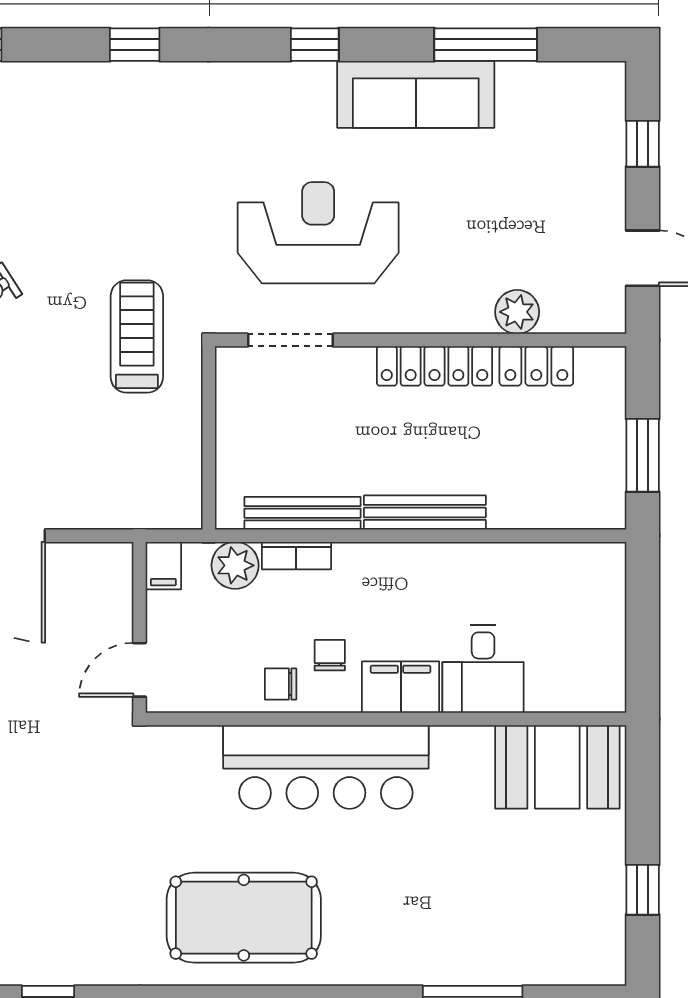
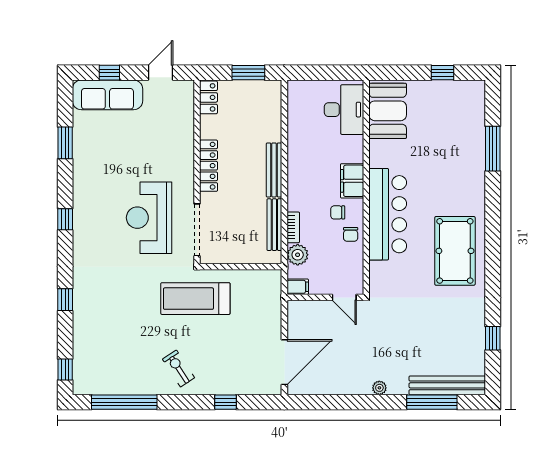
window: (486, 45) -> (65, 143), width x0.69
sofa: (416, 94) -> (107, 95), moved, turned 90
plant: (517, 312) -> (184, 129), removed
treadmill: (137, 336) -> (195, 299), width x1.37, depth x1.38
doorway: (291, 340) -> (197, 230), width x1.36
locker: (536, 366) -> (209, 97), moved
desk: (483, 669) -> (344, 110), moved, width x1.37

